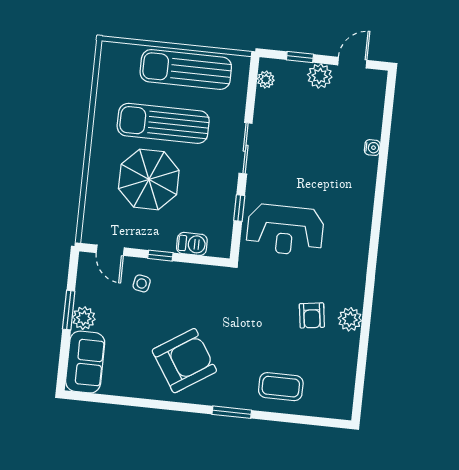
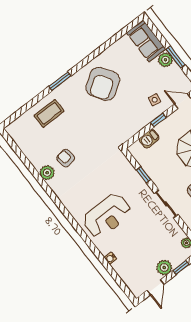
reception desk: (285, 230) -> (107, 216), moved, turned 180

